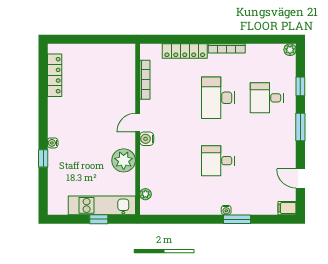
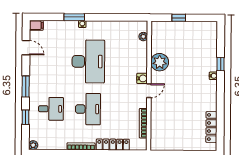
desk: (218, 161) -> (88, 61), width x1.87, depth x1.30
kitchen unit: (102, 205) -> (176, 28), removed

